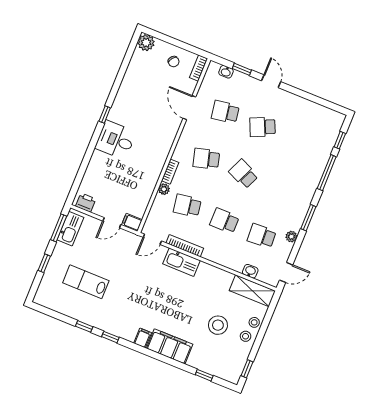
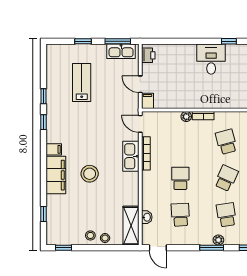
school desk: (187, 206) -> (226, 215), moved
plant: (291, 237) -> (218, 240), moved
stool: (218, 325) -> (90, 174), moved

